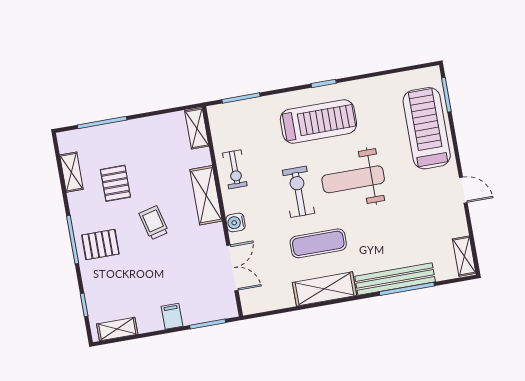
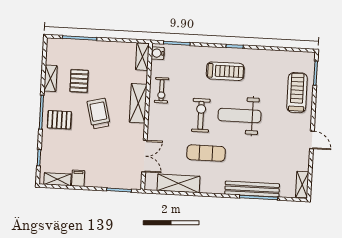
treadmill: (318, 121) -> (225, 71), width x0.73, depth x0.73
treadmill: (427, 128) -> (297, 93), width x0.73, depth x0.73
shelving: (71, 172) -> (51, 78), moved
water cooler: (236, 222) -> (158, 53), moved
trolley: (154, 223) -> (99, 113), width x1.36, depth x1.39
shelving: (325, 289) -> (178, 183), moved
filing cabinet: (172, 316) -> (78, 178), moved

